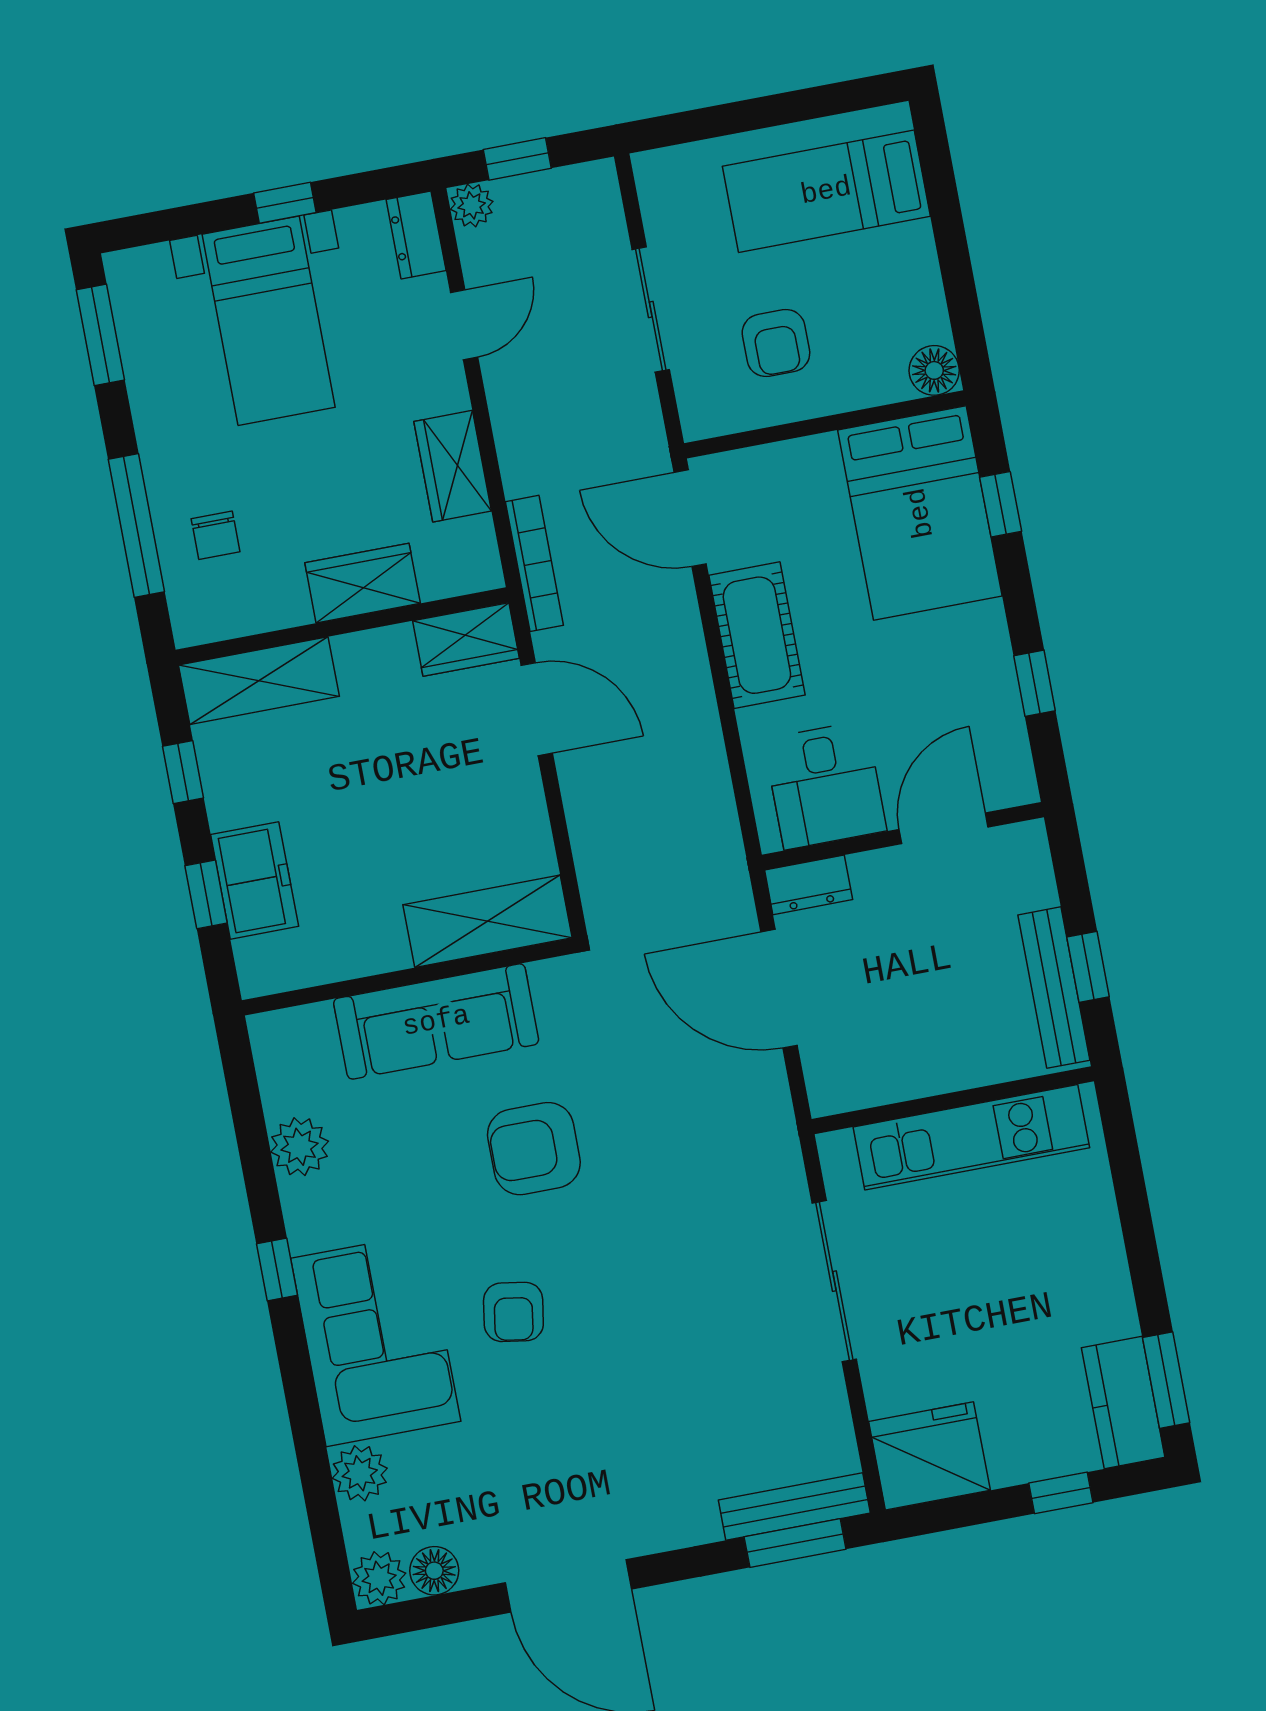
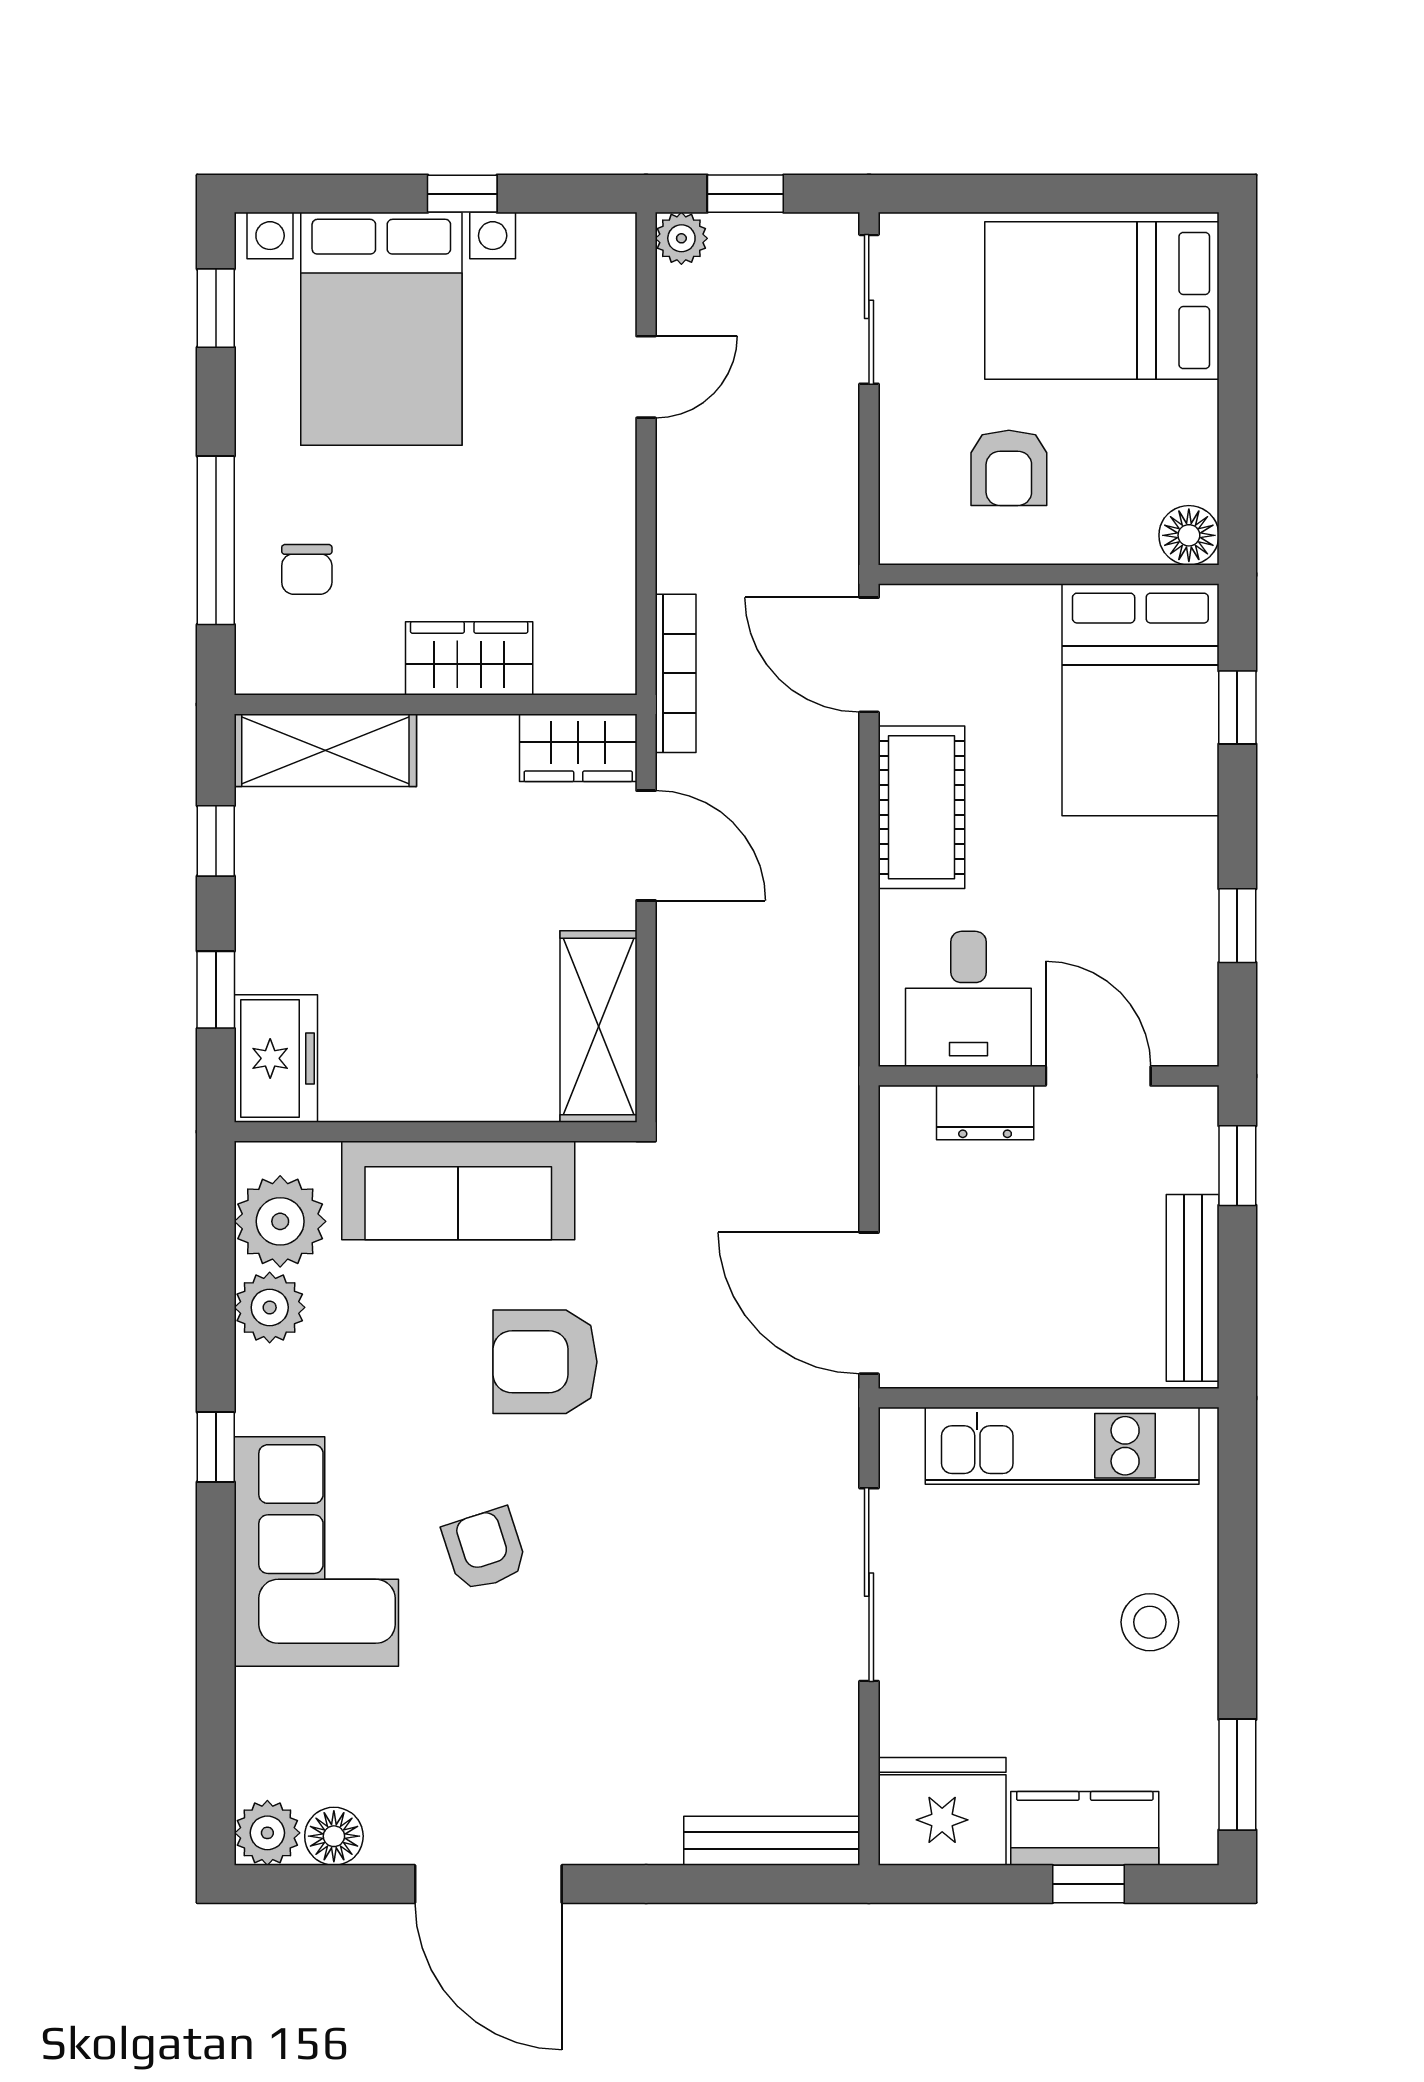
bed: (826, 191) -> (1102, 301), width x1.50
dresser: (416, 235) -> (609, 261), removed
sliding door: (651, 309) -> (869, 309), moved
bed with nightstands: (269, 321) -> (381, 329), width x1.36
window: (100, 335) -> (216, 308), width x0.67
wardrobe: (453, 466) -> (601, 541), removed
door: (944, 828) -> (1098, 1076), hinge flipped
freezer: (255, 880) -> (276, 1058), moved
dresser: (809, 885) -> (985, 1113), moved
shelving: (488, 921) -> (598, 1027), moved, turned 90
window: (1088, 967) -> (1237, 1166), moved
door: (779, 989) -> (869, 1303), moved
stool: (1071, 1269) -> (1150, 1622), added
armchair: (513, 1312) -> (485, 1549), turned 153
kitchen counter: (1123, 1402) -> (1085, 1828), moved, turned 90
plant: (360, 1473) -> (280, 1221), moved, width x1.36, depth x1.36
window: (795, 1543) -> (765, 1884), removed

